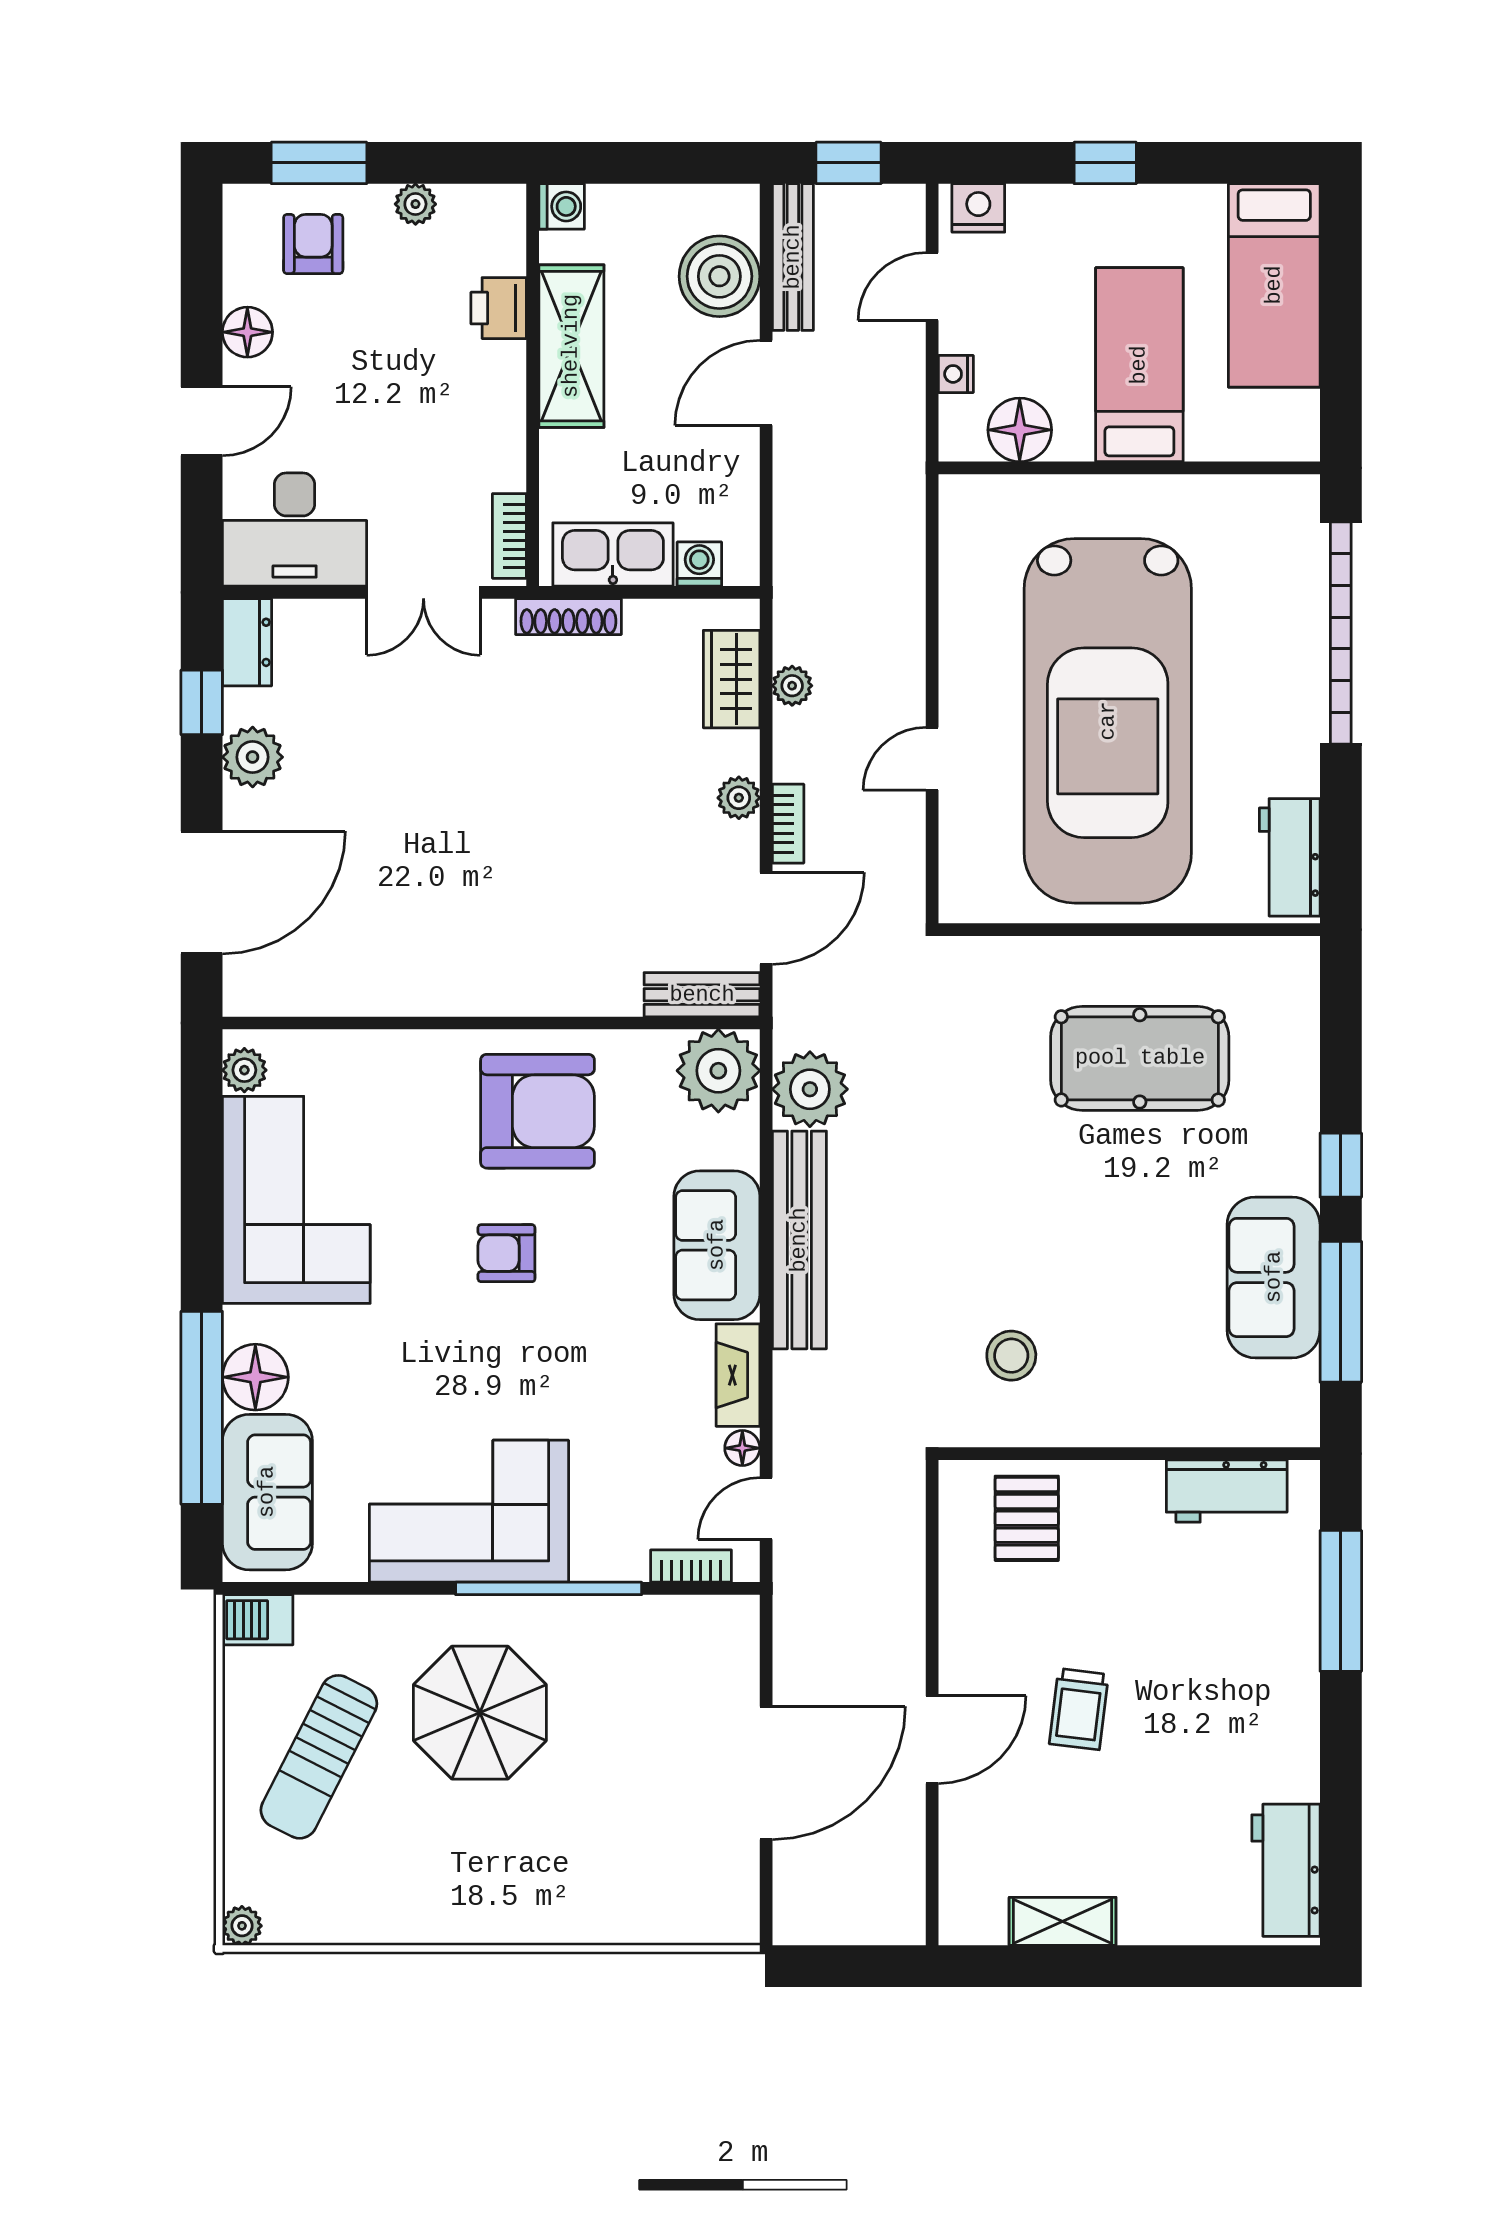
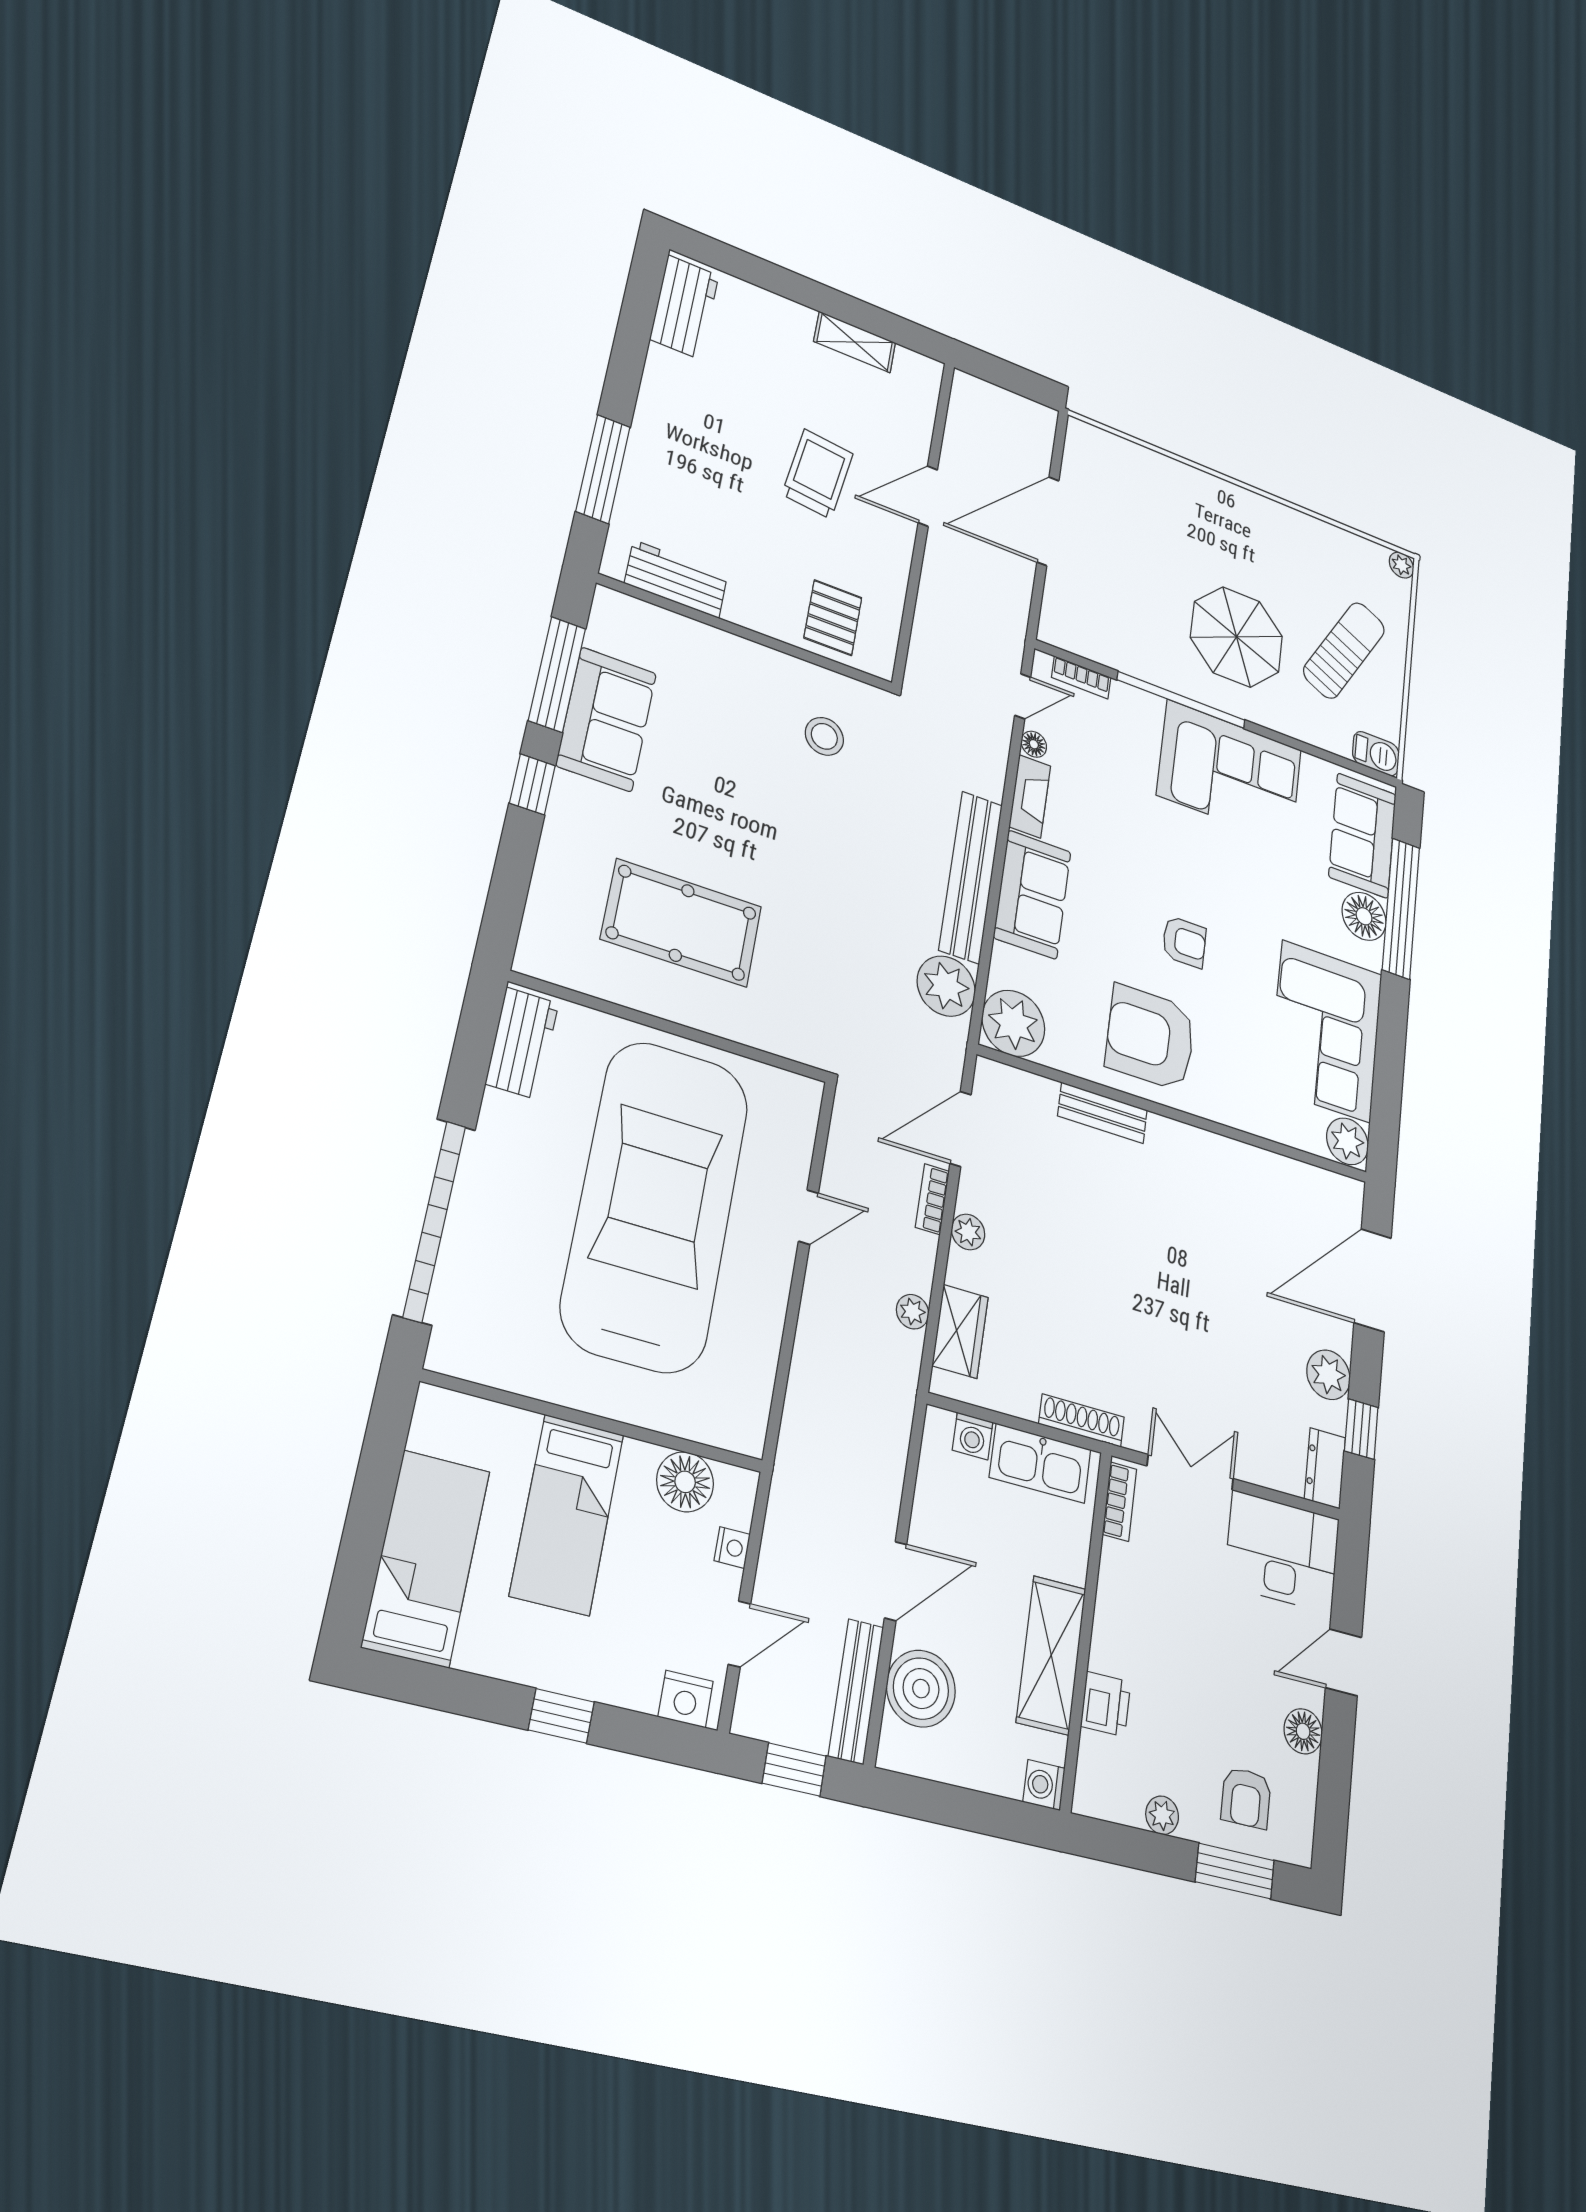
bench: (702, 995) -> (1103, 1113), moved
plant: (244, 1070) -> (1347, 1141), width x1.38, depth x1.38
trolley: (1079, 1709) -> (818, 474), width x1.36, depth x1.39

